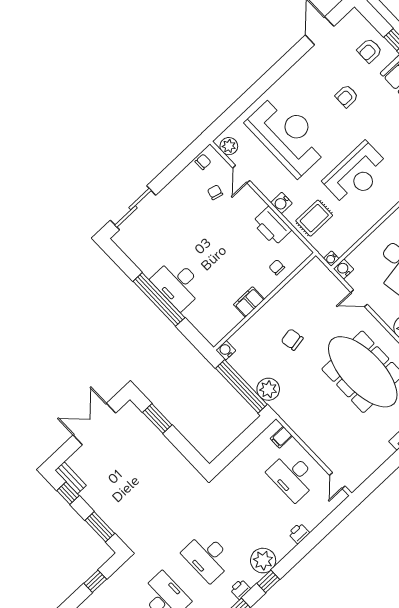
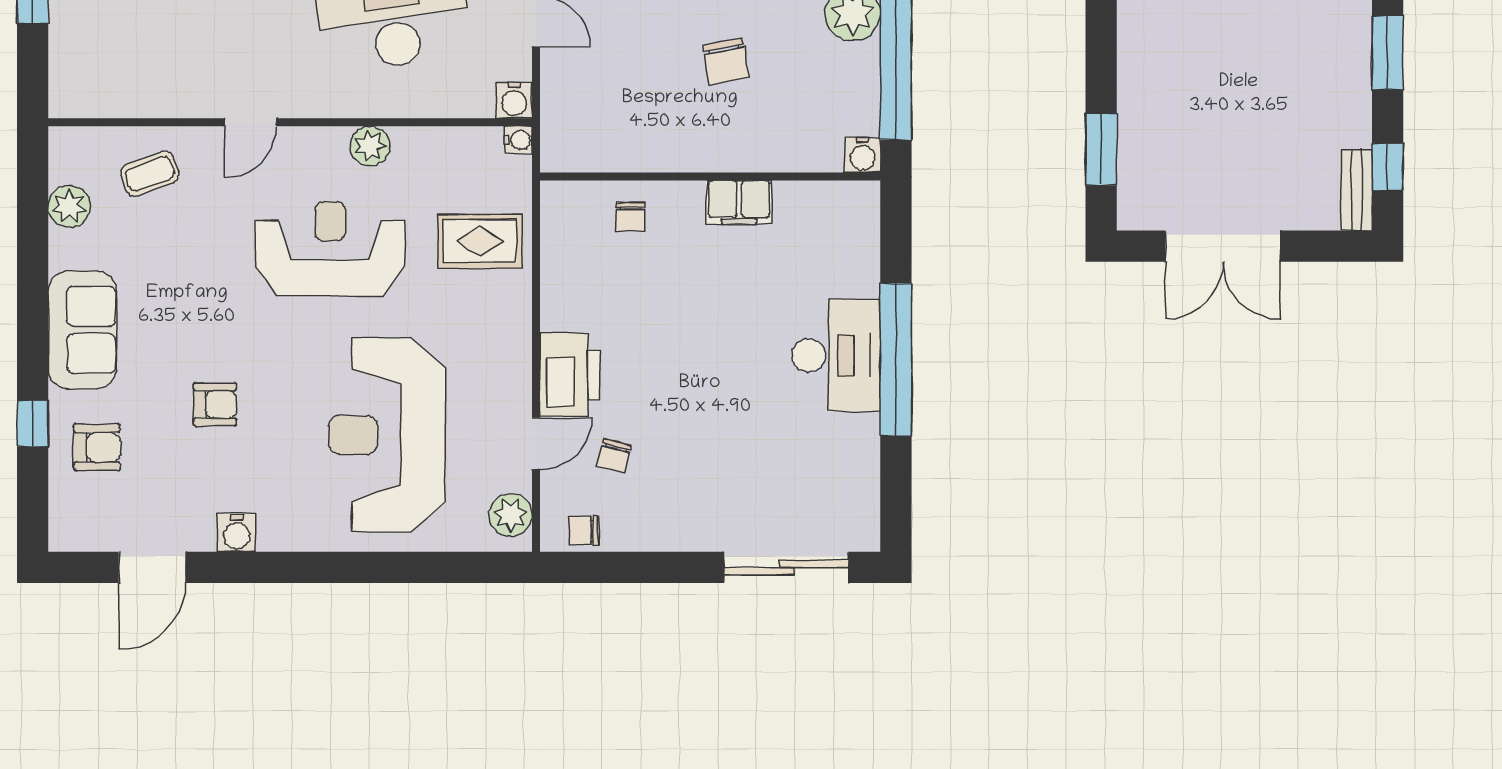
water cooler: (281, 203) -> (237, 533), moved, turned 90
plant: (373, 215) -> (370, 146), added
printer: (272, 226) -> (570, 375), moved

